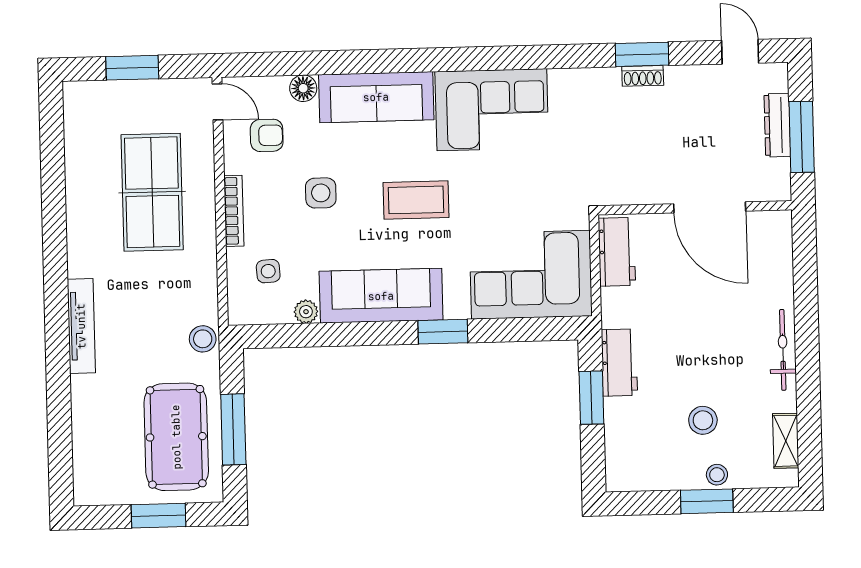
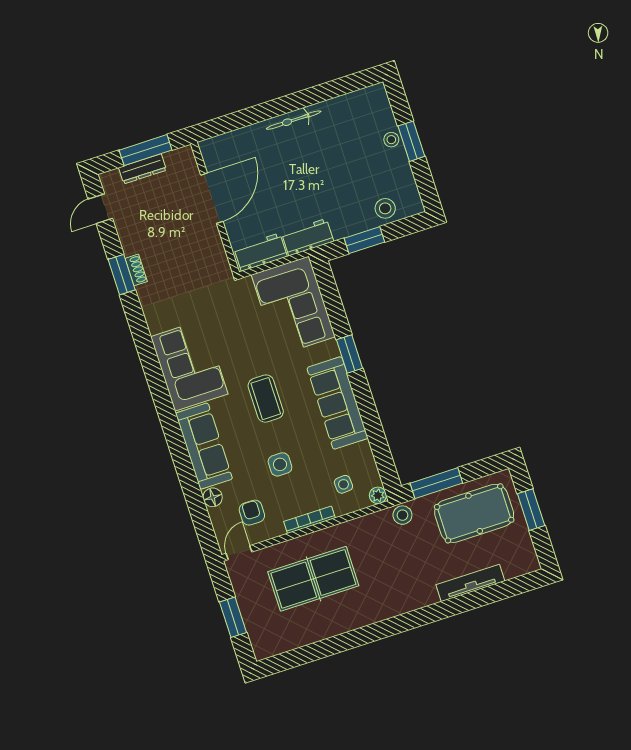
plant: (306, 312) -> (378, 495), moved
tv unit: (81, 326) -> (470, 583), moved
workbench: (619, 363) -> (308, 237), moved
stool: (703, 420) -> (385, 208), moved
window: (233, 429) -> (436, 483), moved
shelving: (786, 441) -> (355, 100), removed

